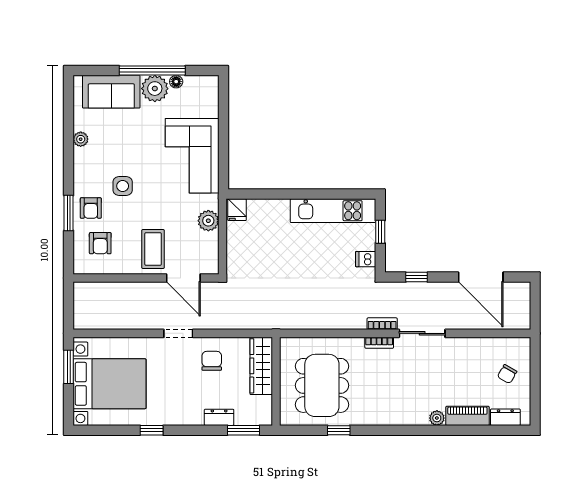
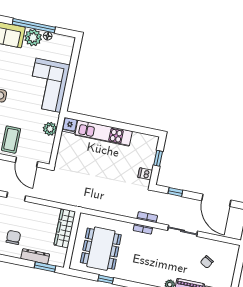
kitchen unit: (333, 211) -> (104, 133), moved
sliding door: (422, 333) -> (183, 231), moved
chair: (212, 361) -> (13, 237), moved
chair: (507, 374) -> (207, 262), moved
dresser: (219, 417) -> (35, 256), width x1.44

